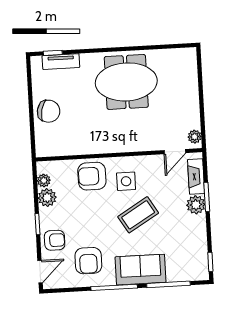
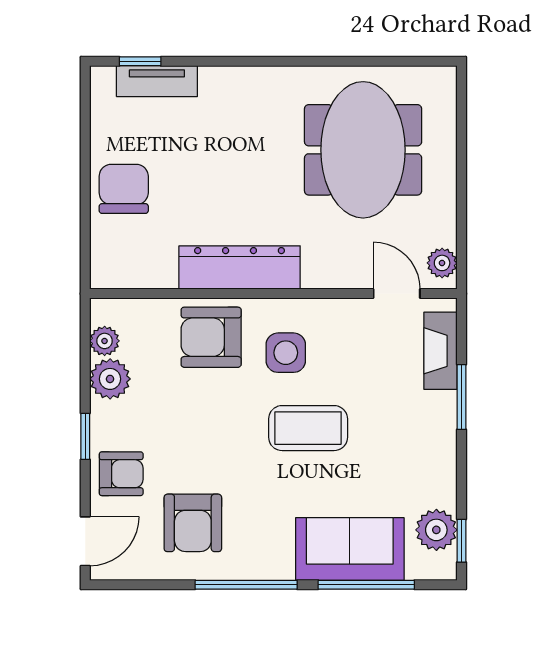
meeting table: (126, 82) -> (363, 150), moved, turned 90
chair: (49, 111) -> (124, 189), turned -103
dresser: (103, 144) -> (240, 267), added
door: (175, 152) -> (397, 294), swing flipped
plant: (196, 205) -> (436, 530), moved
coffee table: (138, 215) -> (308, 428), turned 31
sofa: (141, 270) -> (350, 549), moved

